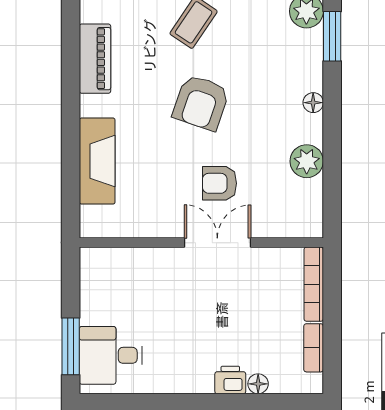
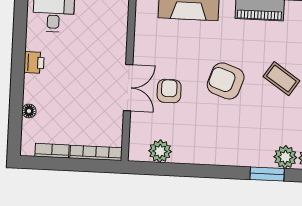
floor lamp: (313, 103) -> (222, 159), removed
plant: (307, 161) -> (160, 151), moved
printer: (230, 380) -> (34, 63), moved

